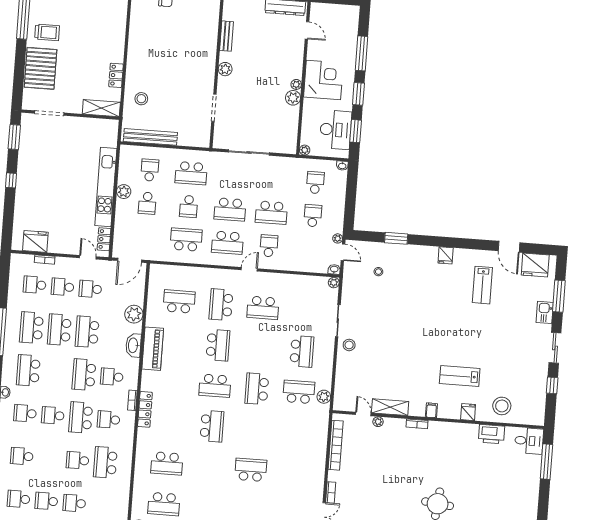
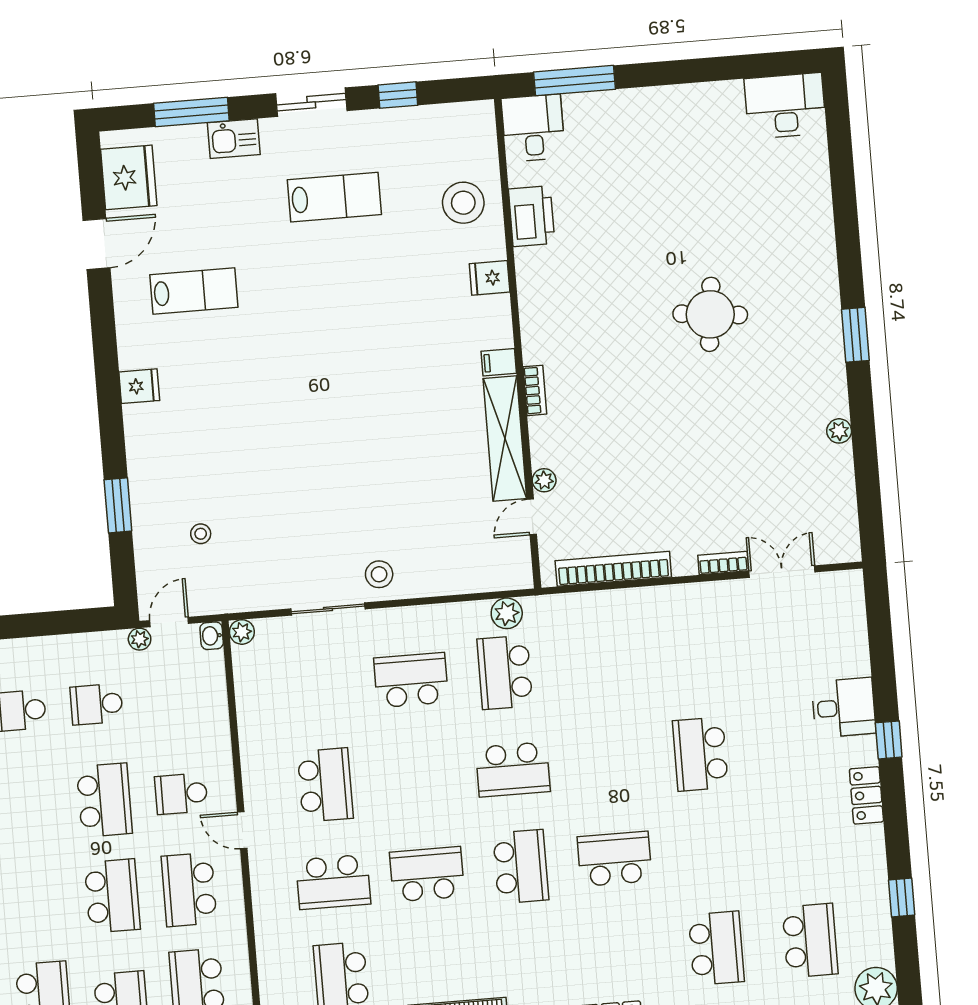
school desk: (227, 243) -> (189, 890), turned 180
lab bench: (460, 376) -> (334, 197), moved, turned -90
shelving: (390, 407) -> (505, 439), width x1.47

